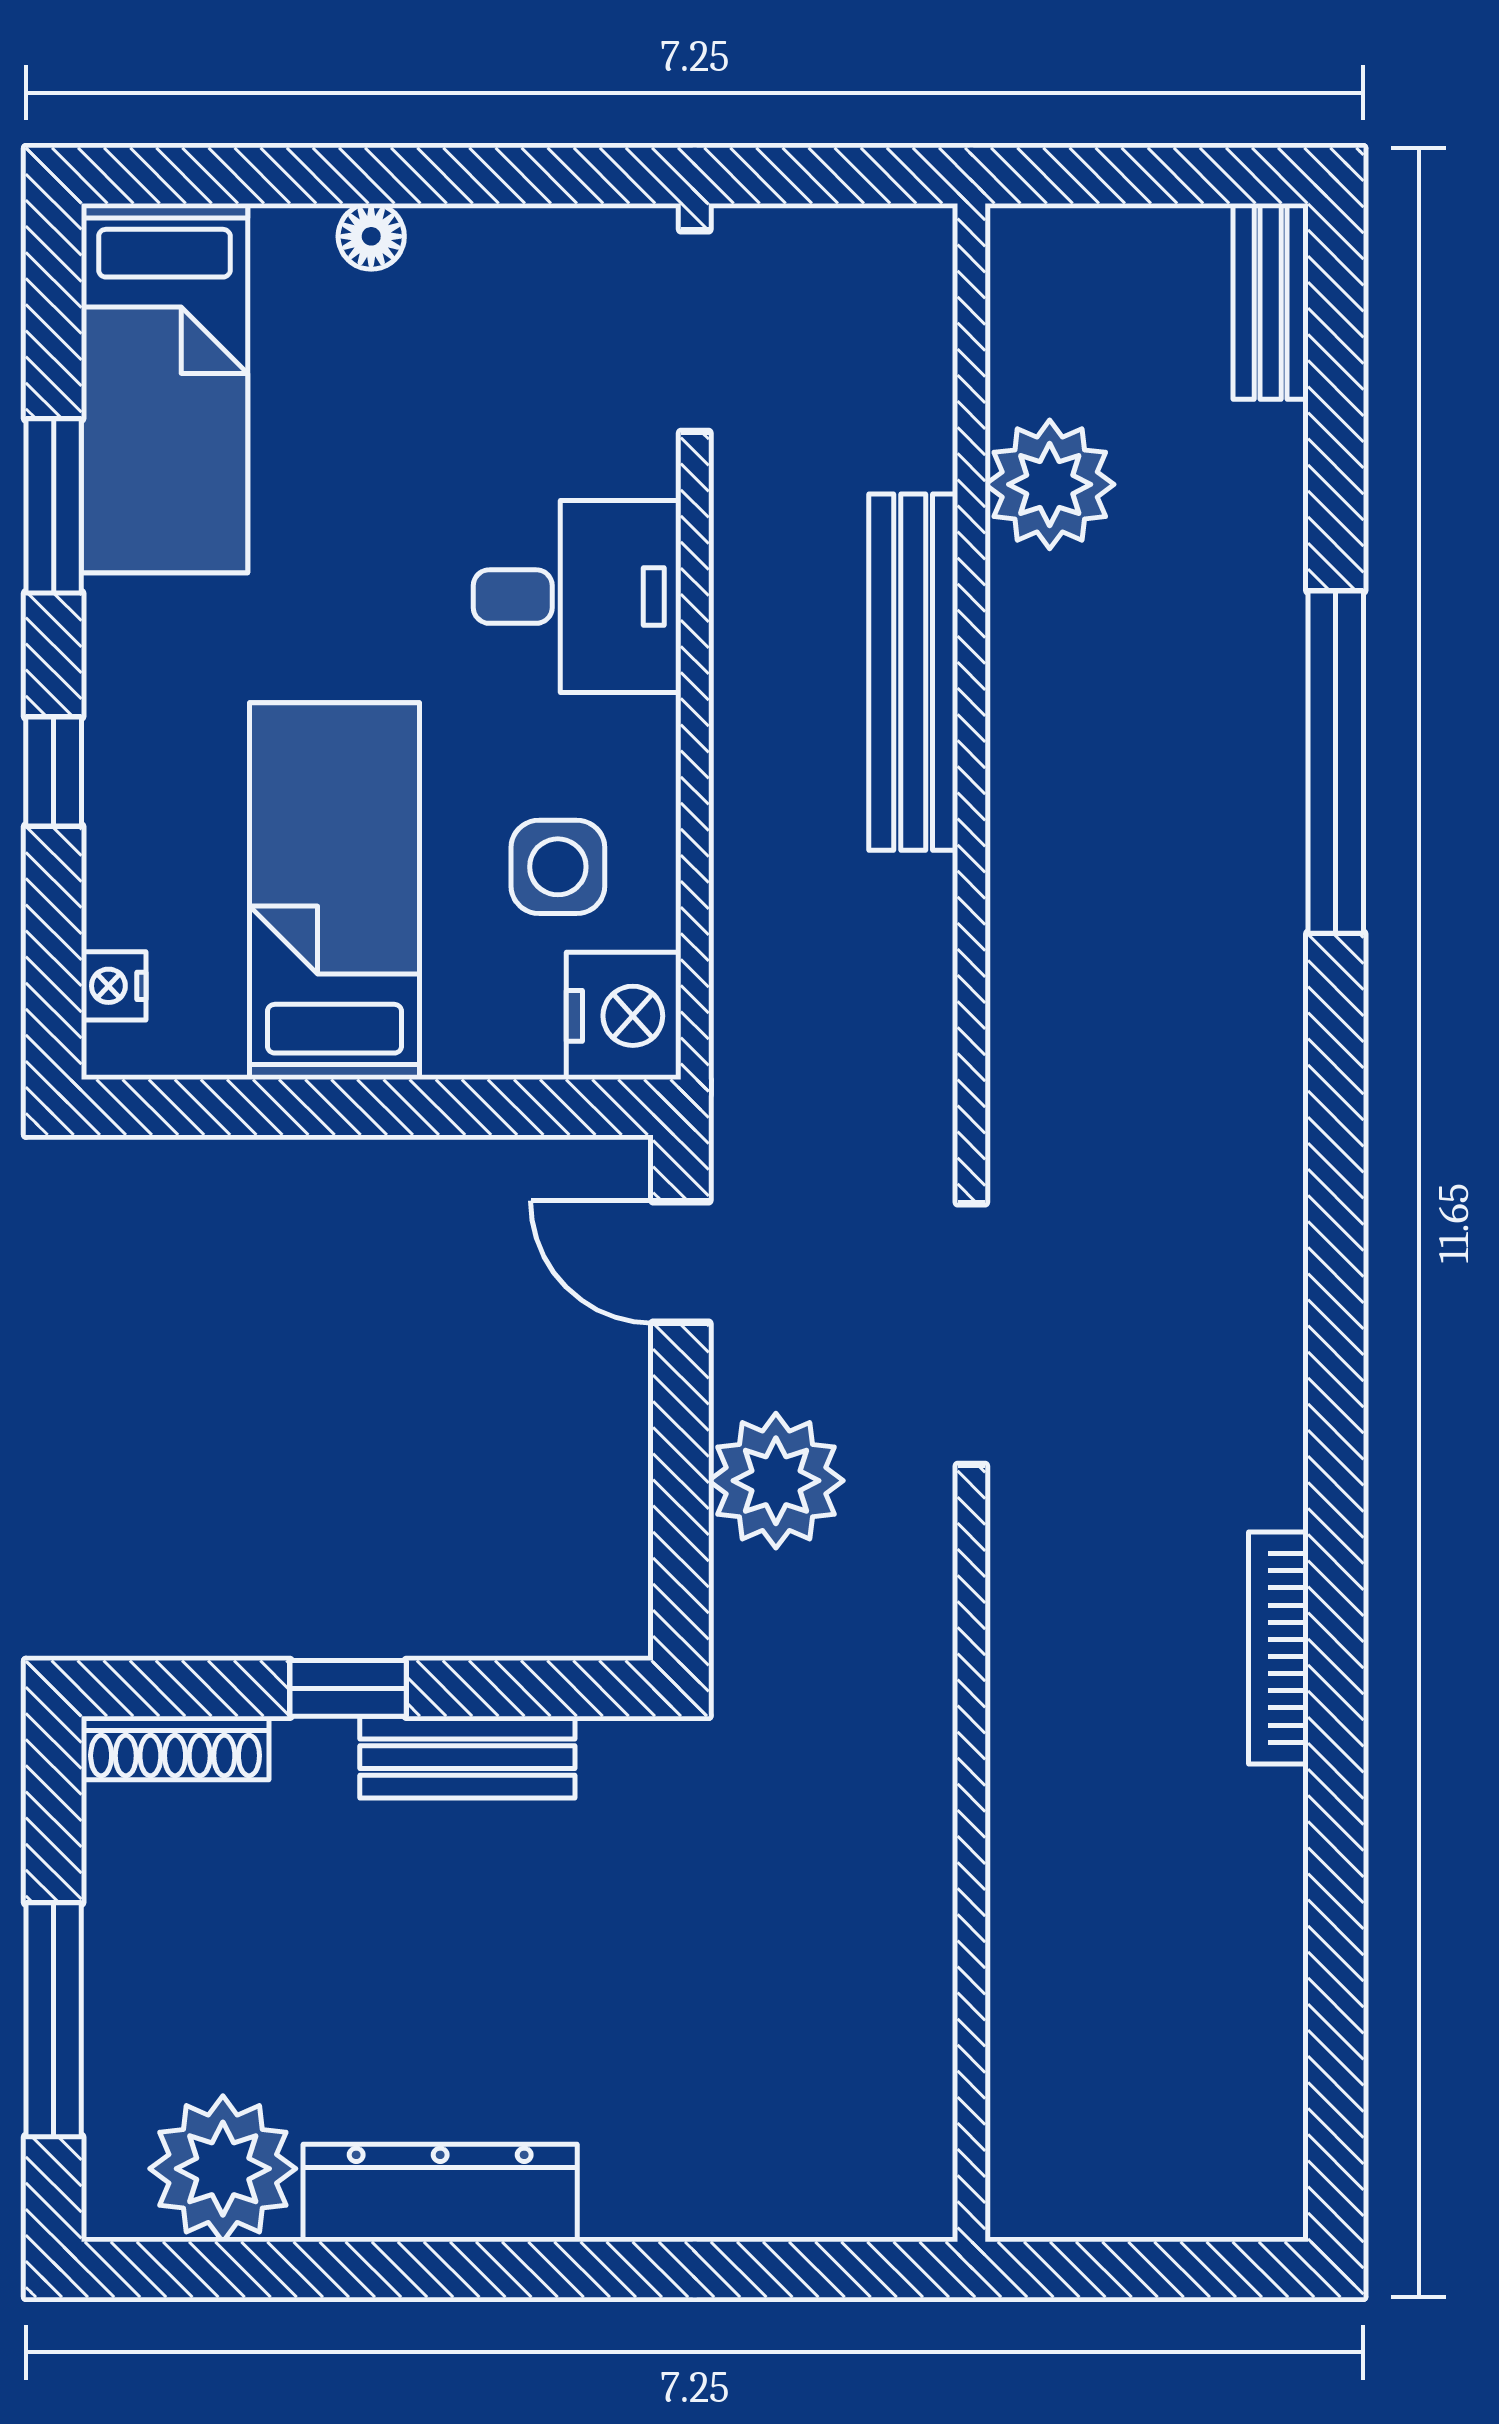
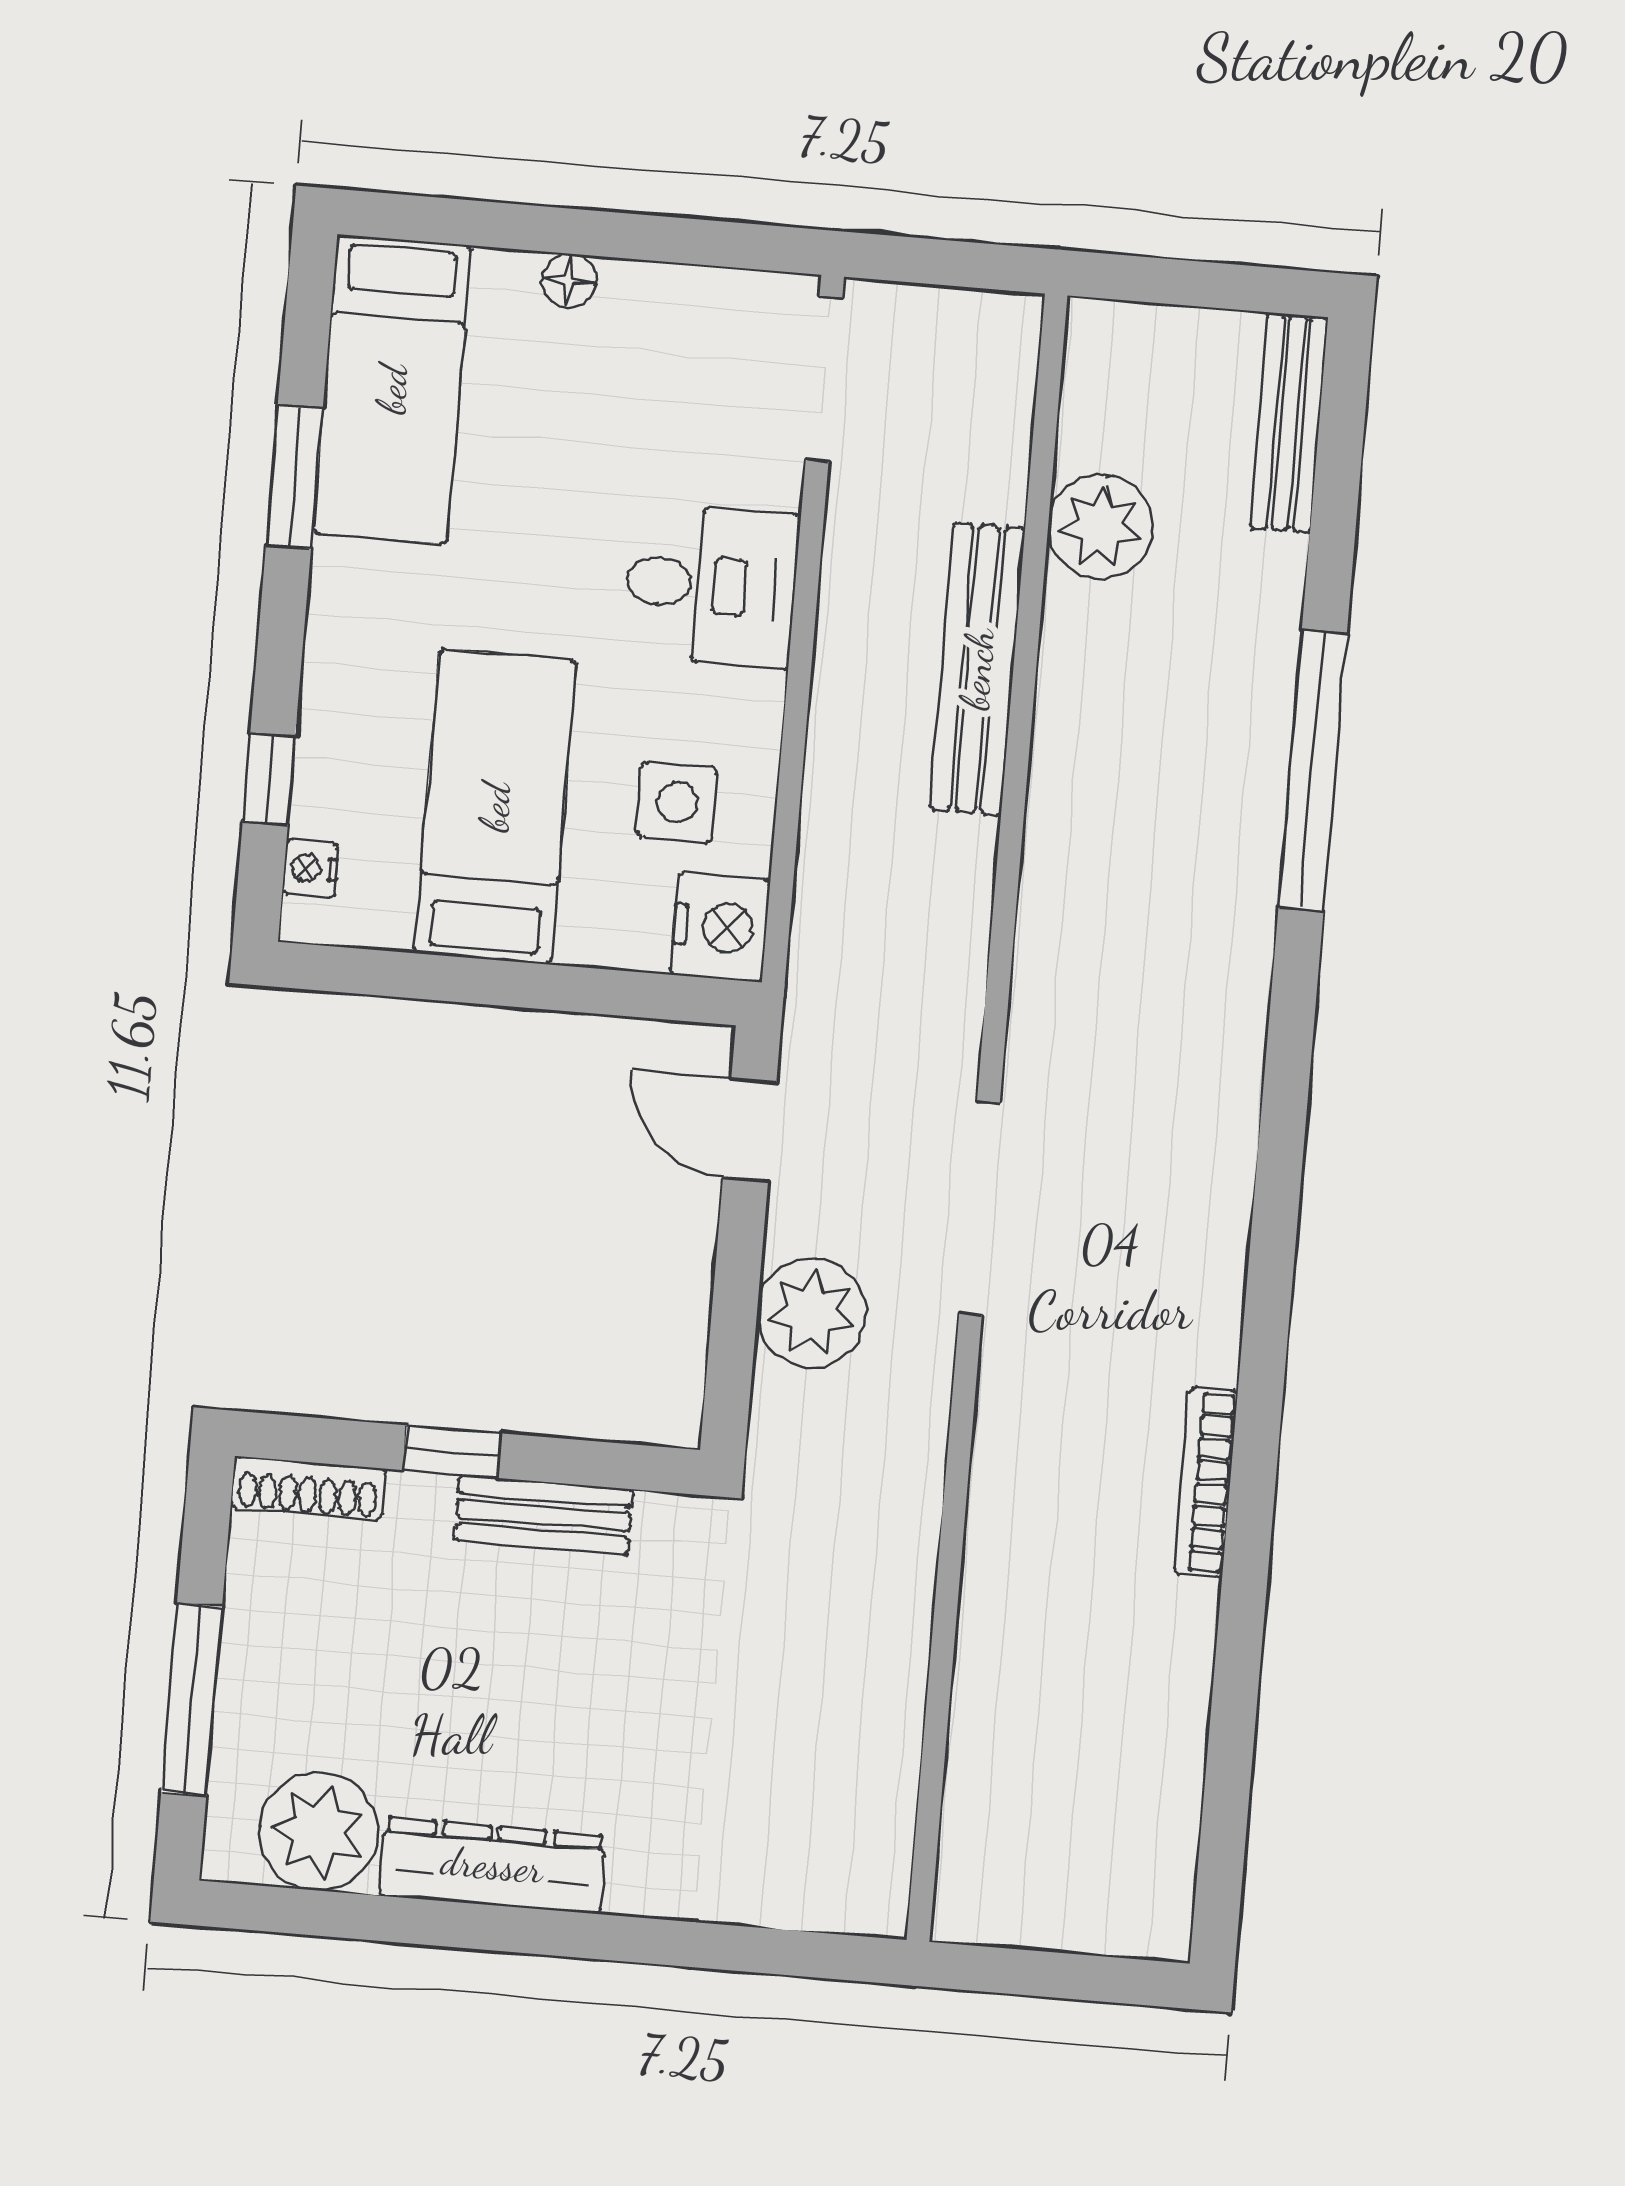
bench: (1271, 301) -> (1289, 423), width x1.36
window: (54, 771) -> (269, 779), moved

